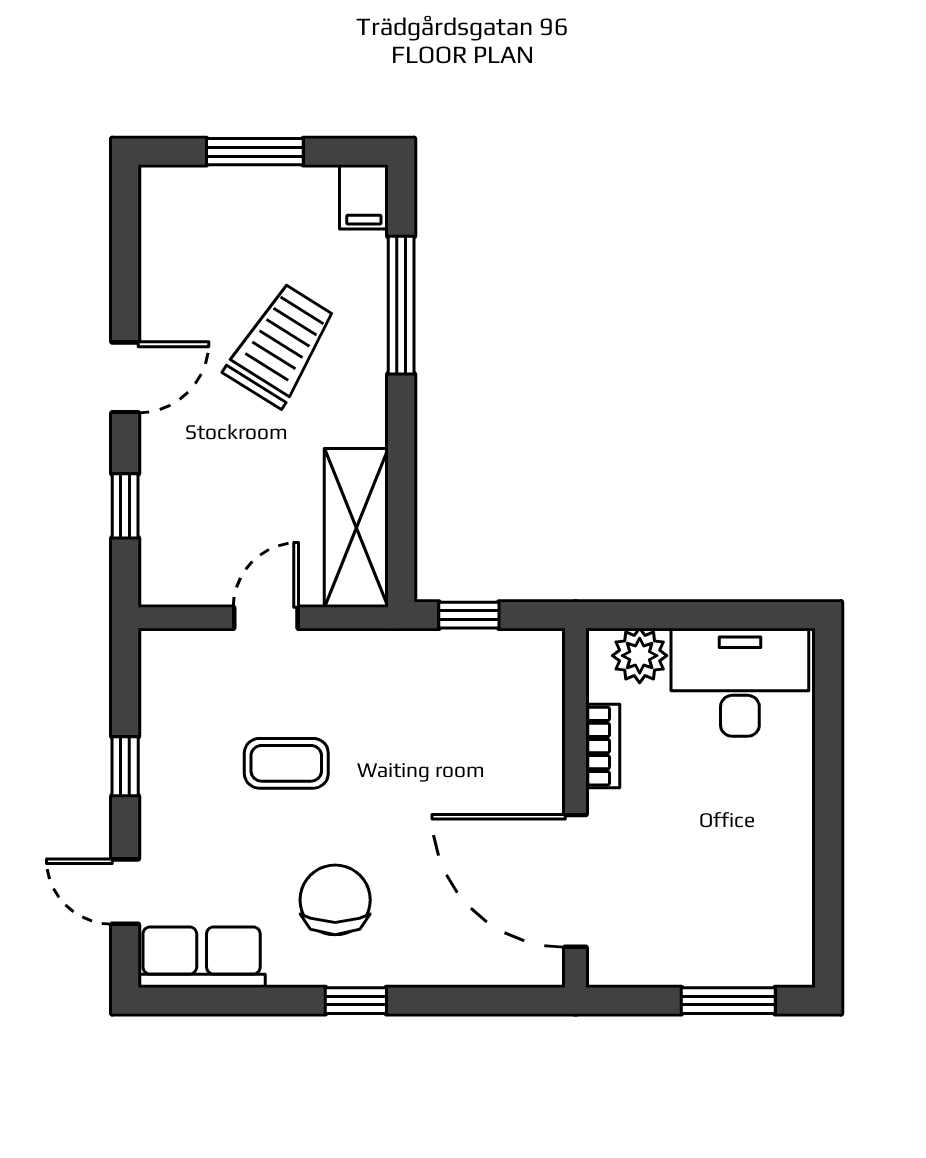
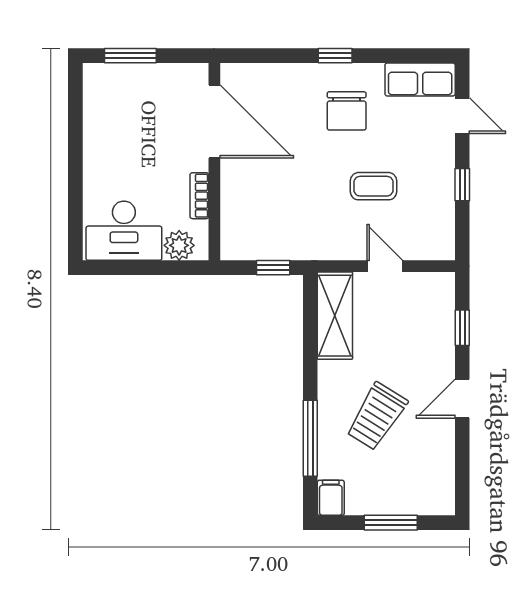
door: (266, 618) -> (385, 266), swing flipped

